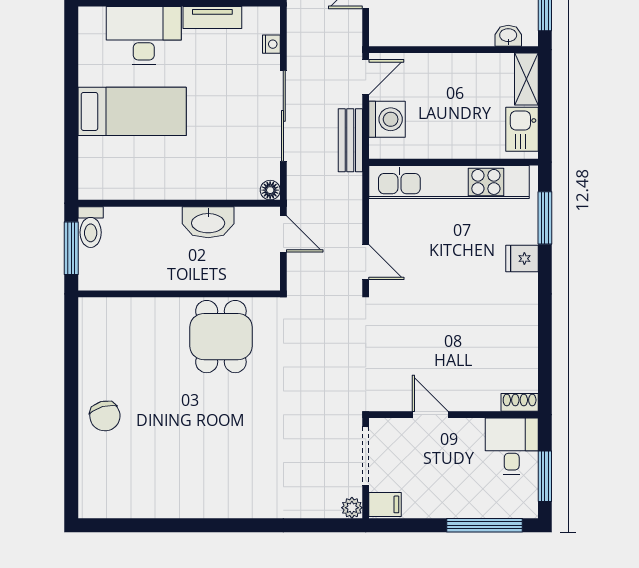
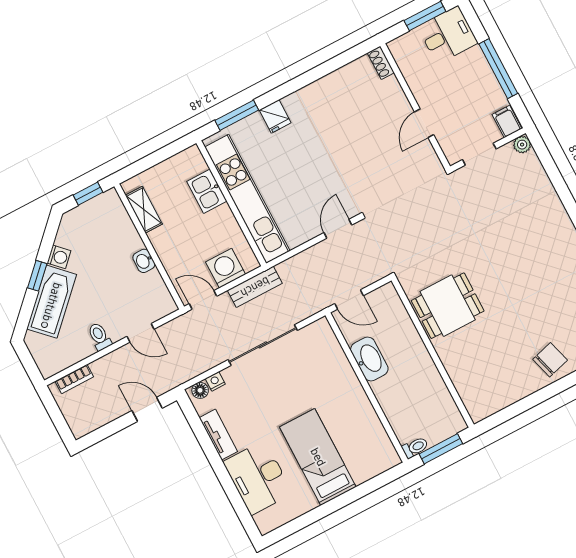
washbasin: (508, 36) -> (144, 261), moved
shelving: (526, 79) -> (144, 210), moved, turned 90
kitchen sink: (522, 129) -> (207, 191), moved, turned 90
floor lamp: (270, 190) -> (200, 390), moved
toilet: (91, 227) -> (415, 447), width x0.73, depth x0.72
door: (283, 234) -> (349, 300), swing flipped
desk: (512, 446) -> (448, 35), moved, turned 180
doorway: (366, 456) -> (479, 154), width x0.73
window: (485, 525) -> (498, 69), moved

